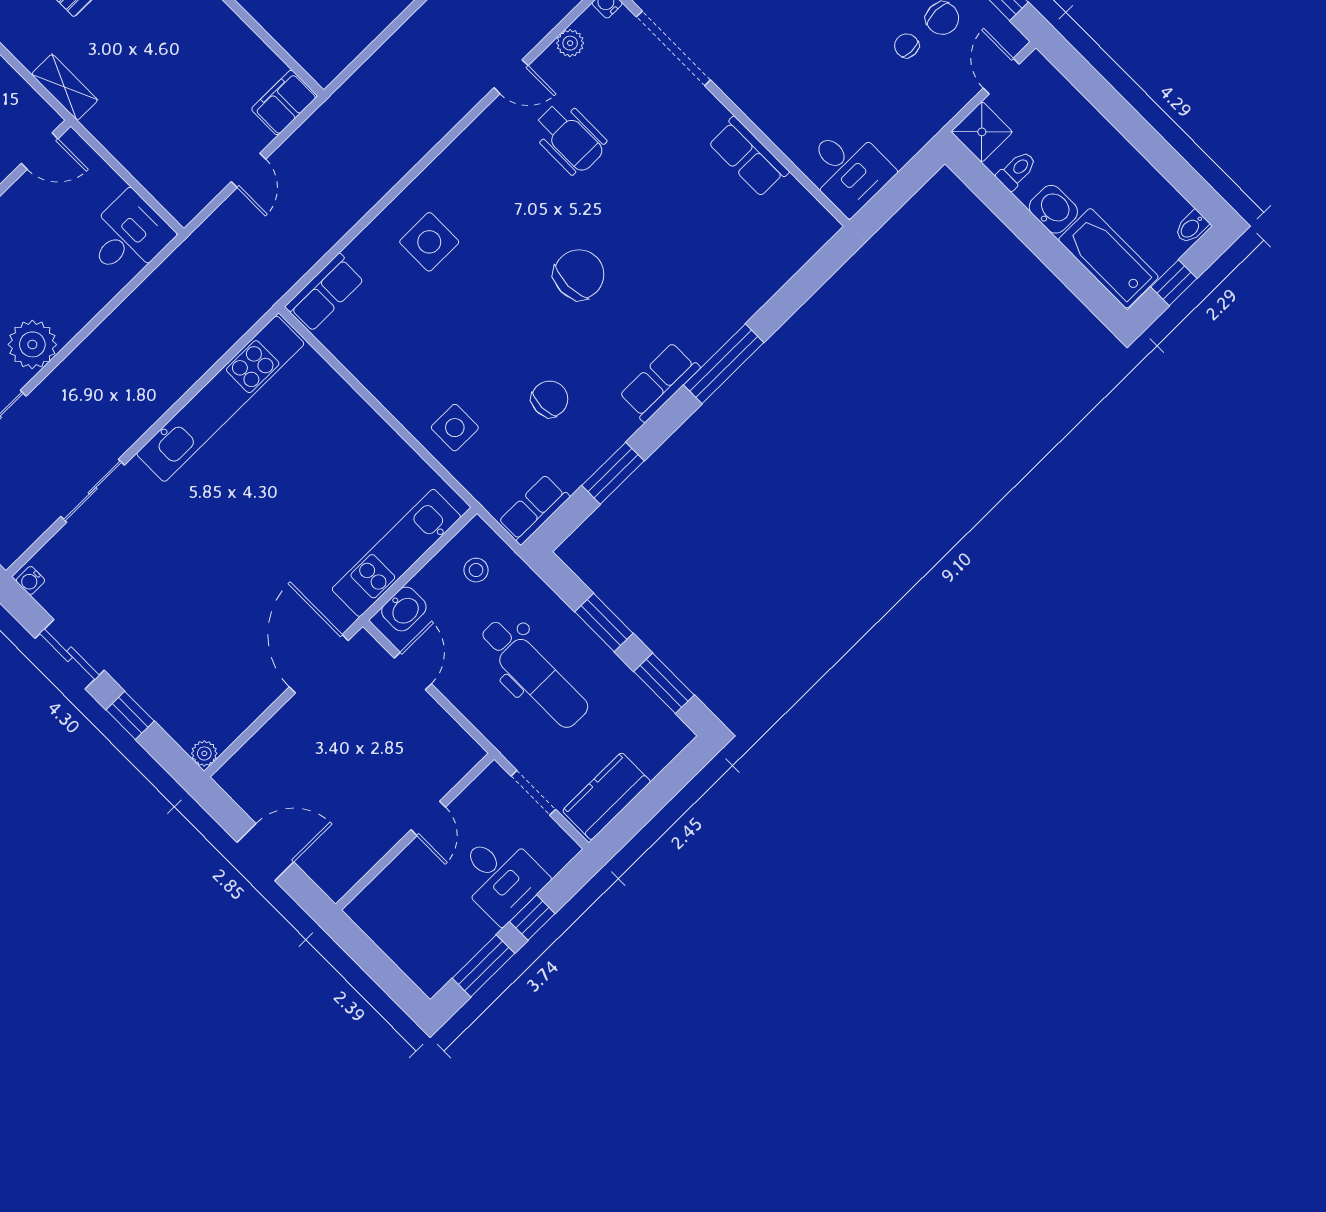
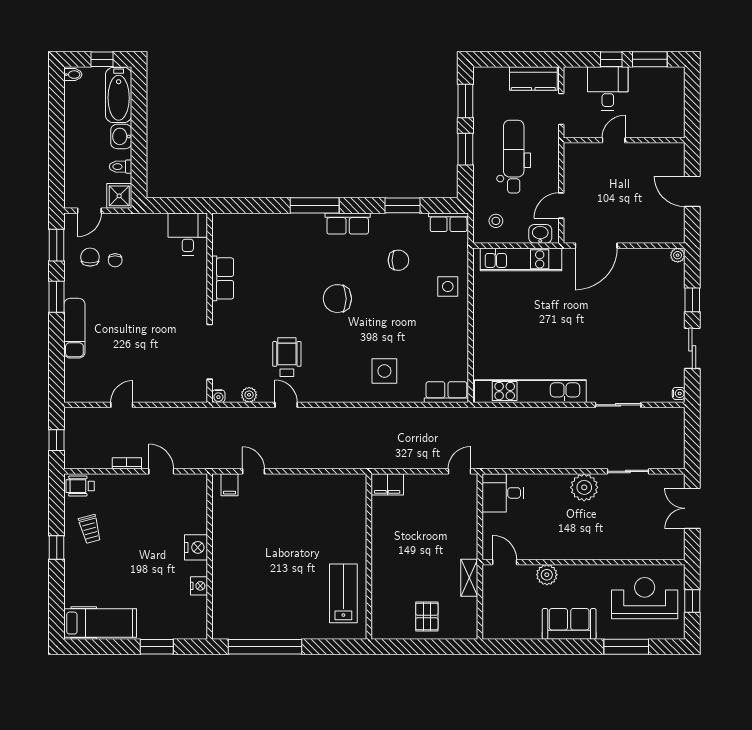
door: (248, 170) -> (459, 471), moved
chair: (550, 399) -> (398, 260), turned 180

